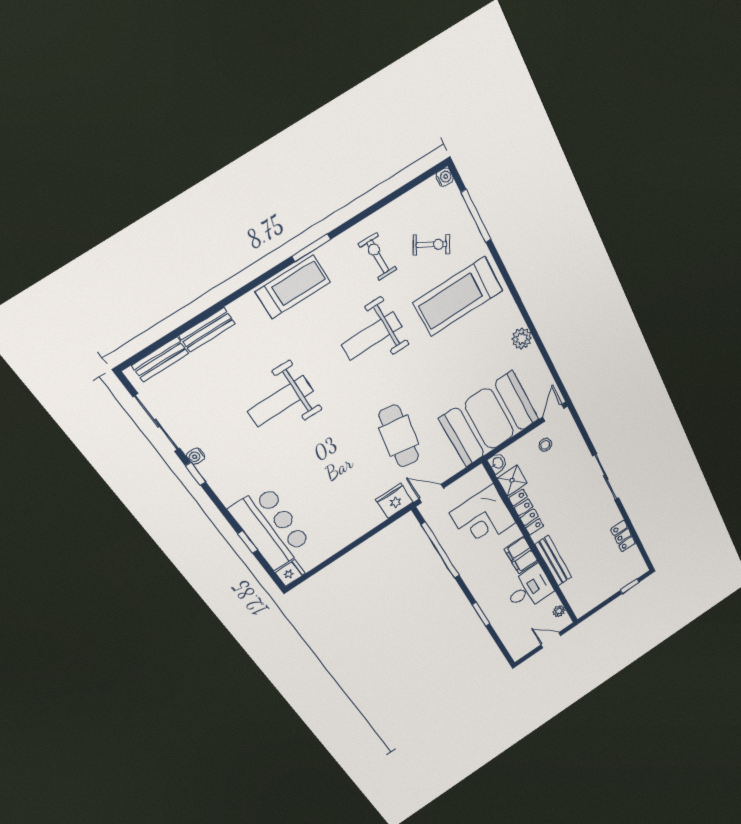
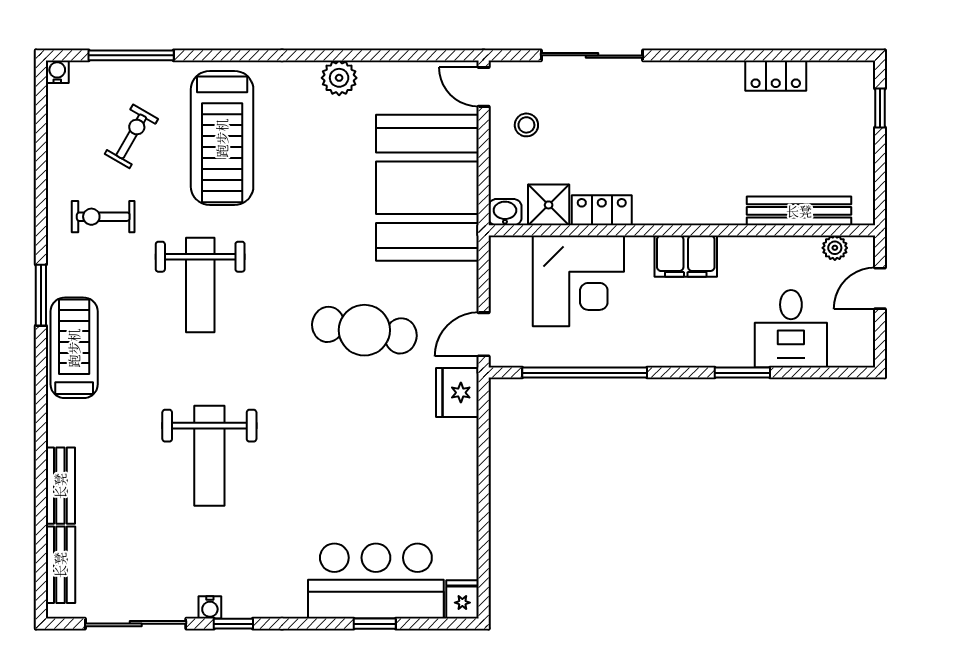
sliding door: (606, 477) -> (592, 55), moved
locker: (526, 512) -> (602, 210), width x0.66
bench: (553, 561) -> (799, 211), moved
desk: (529, 589) -> (791, 329), moved, turned 180

